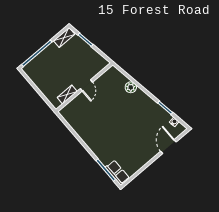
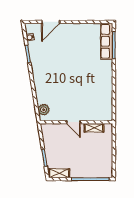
door: (86, 85) -> (73, 122), swing flipped
plant: (131, 87) -> (44, 110), moved
row of seats: (117, 173) -> (107, 41), width x1.48

